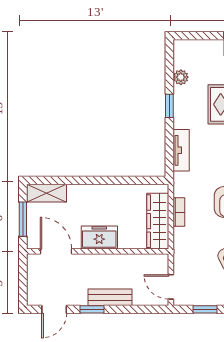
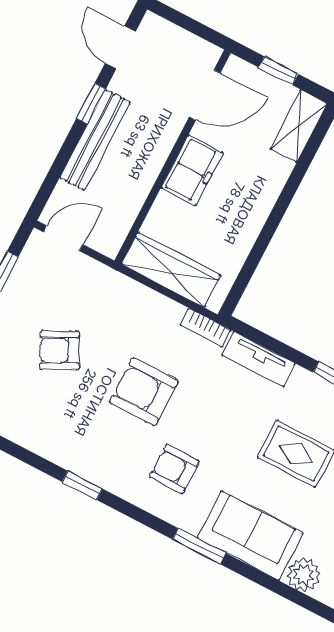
bookcase: (179, 212) -> (206, 328), moved
window: (23, 219) -> (278, 71), width x0.67
bench: (110, 297) -> (95, 140), width x1.36

